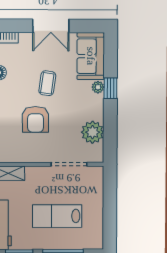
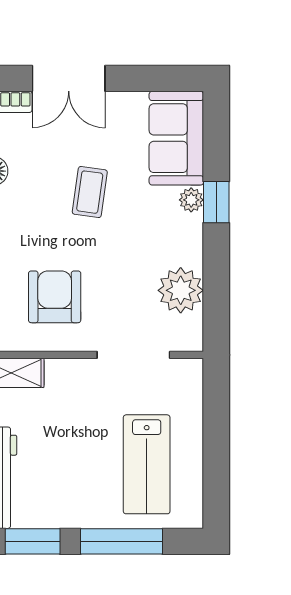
double door: (51, 26) -> (69, 78), moved
armchair: (36, 119) -> (55, 297), moved, turned 180
lab bench: (57, 216) -> (147, 464), moved, turned -90

